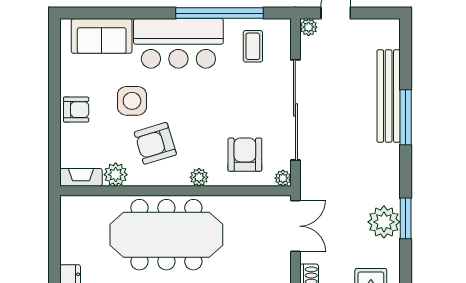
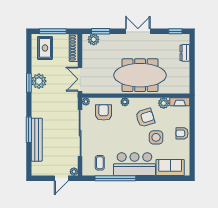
armchair: (245, 155) -> (104, 112), turned 180

